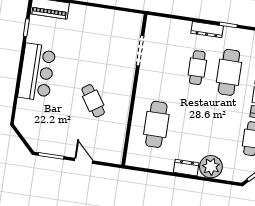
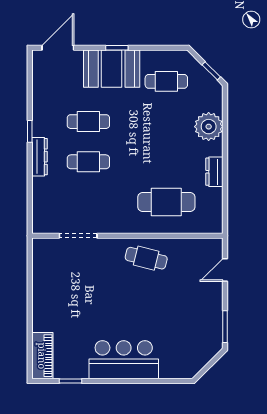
cafe table: (229, 72) -> (88, 122), width x0.73, depth x0.74
cafe table: (93, 101) -> (146, 258), moved, turned 48
door: (84, 161) -> (225, 270), moved
dresser: (186, 168) -> (214, 172), moved

